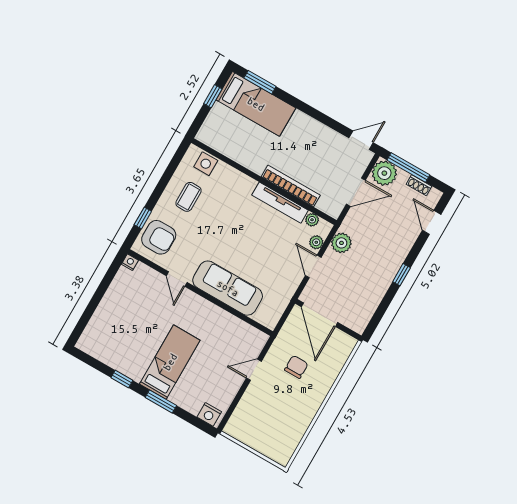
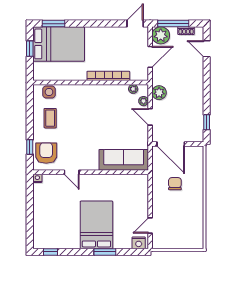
bed: (256, 104) -> (59, 44), width x1.50
tv unit: (280, 203) -> (108, 90), removed
armchair: (159, 237) -> (46, 153), turned -90
window: (402, 275) -> (207, 122), moved
sofa: (228, 288) -> (124, 160), moved
bed: (170, 362) -> (96, 225), width x1.50
door: (254, 370) -> (150, 226), moved
window: (122, 379) -> (51, 252), moved

